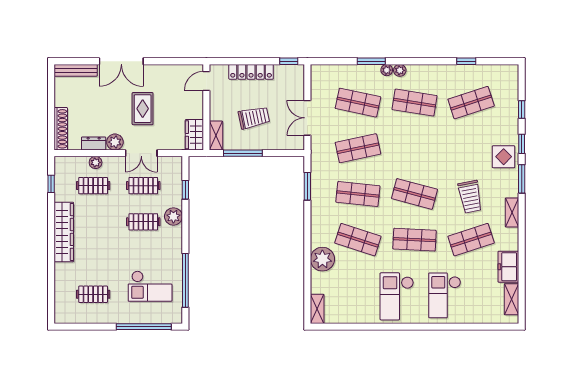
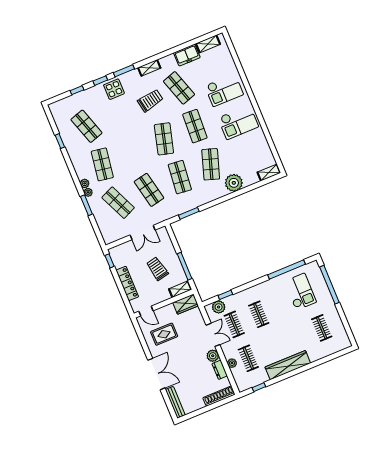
shop shelf: (358, 103) -> (118, 203), turned -36
rug: (143, 109) -> (164, 334), moved
plant: (173, 216) -> (219, 307), moved

